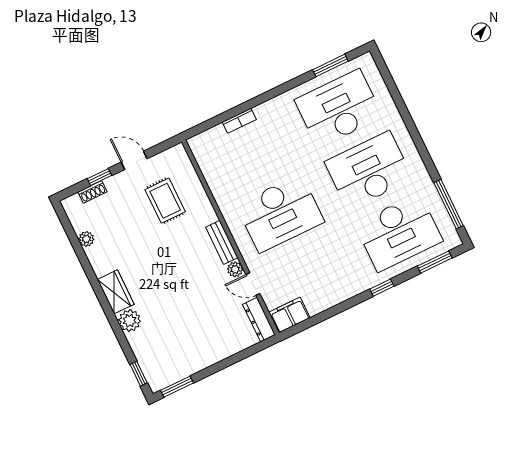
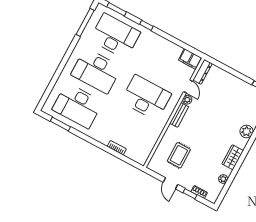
wardrobe: (116, 292) -> (233, 157), moved

